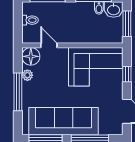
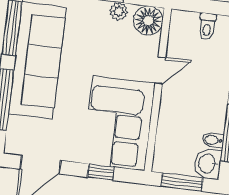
door: (49, 45) -> (160, 70), moved

